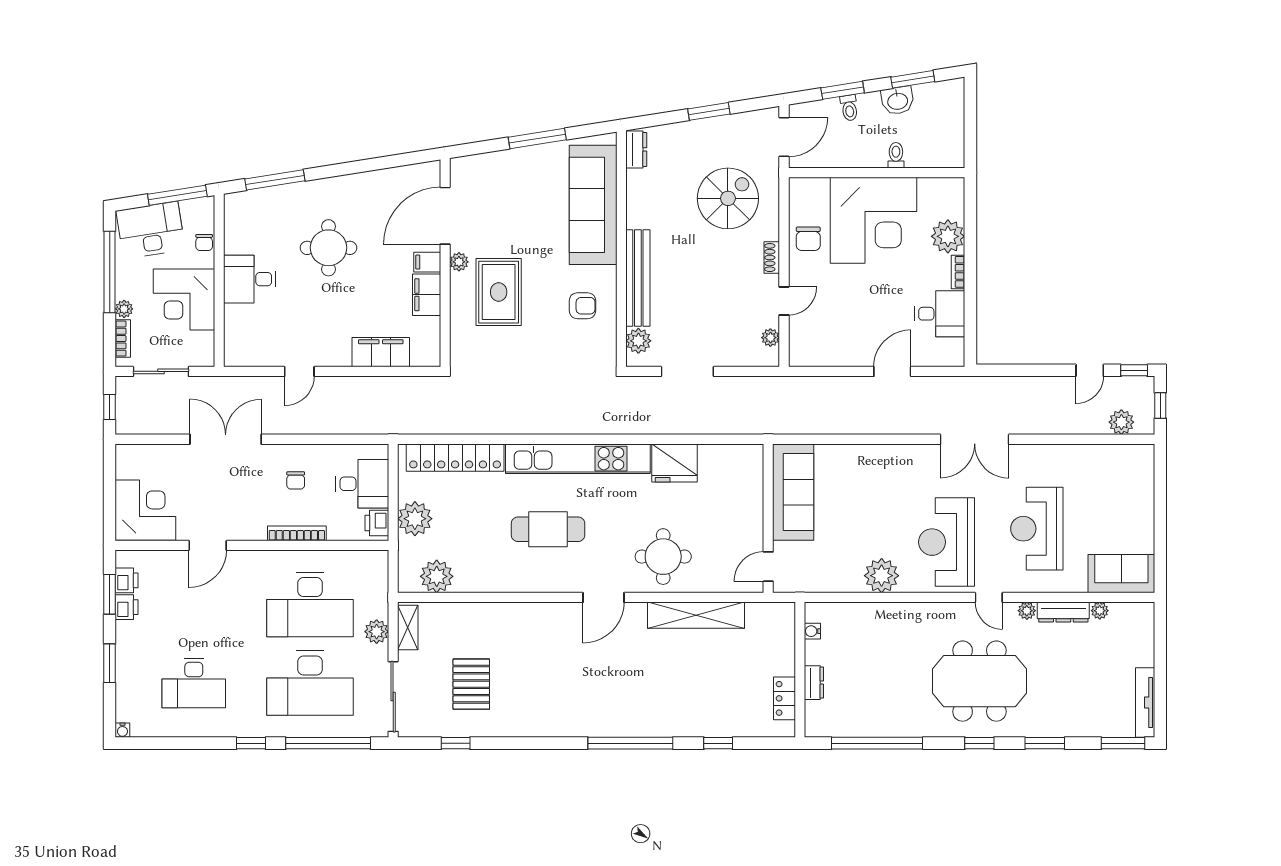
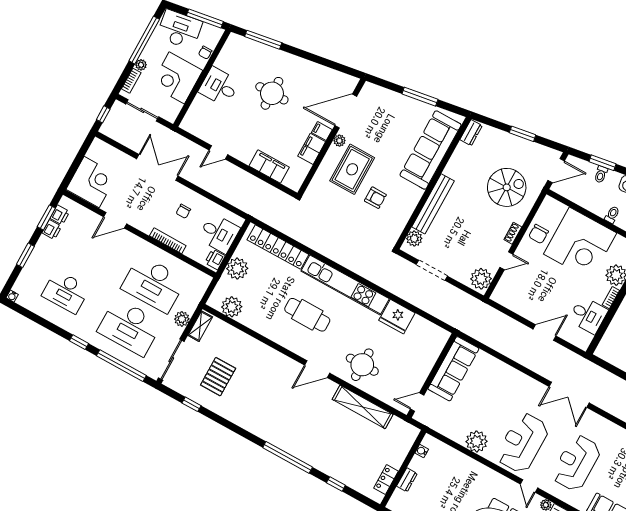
armchair: (582, 306) -> (375, 198), moved
plant: (770, 338) -> (481, 279), width x1.88, depth x1.88

